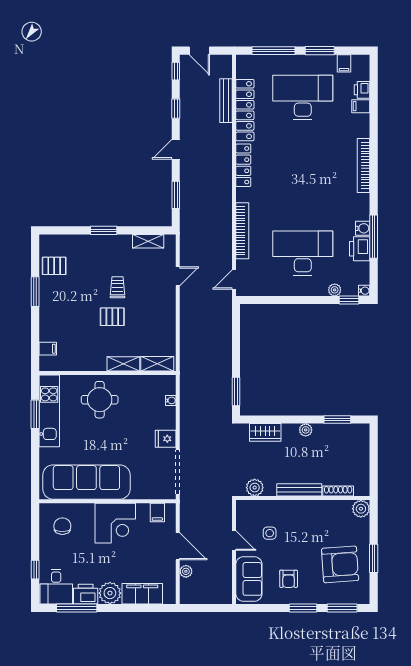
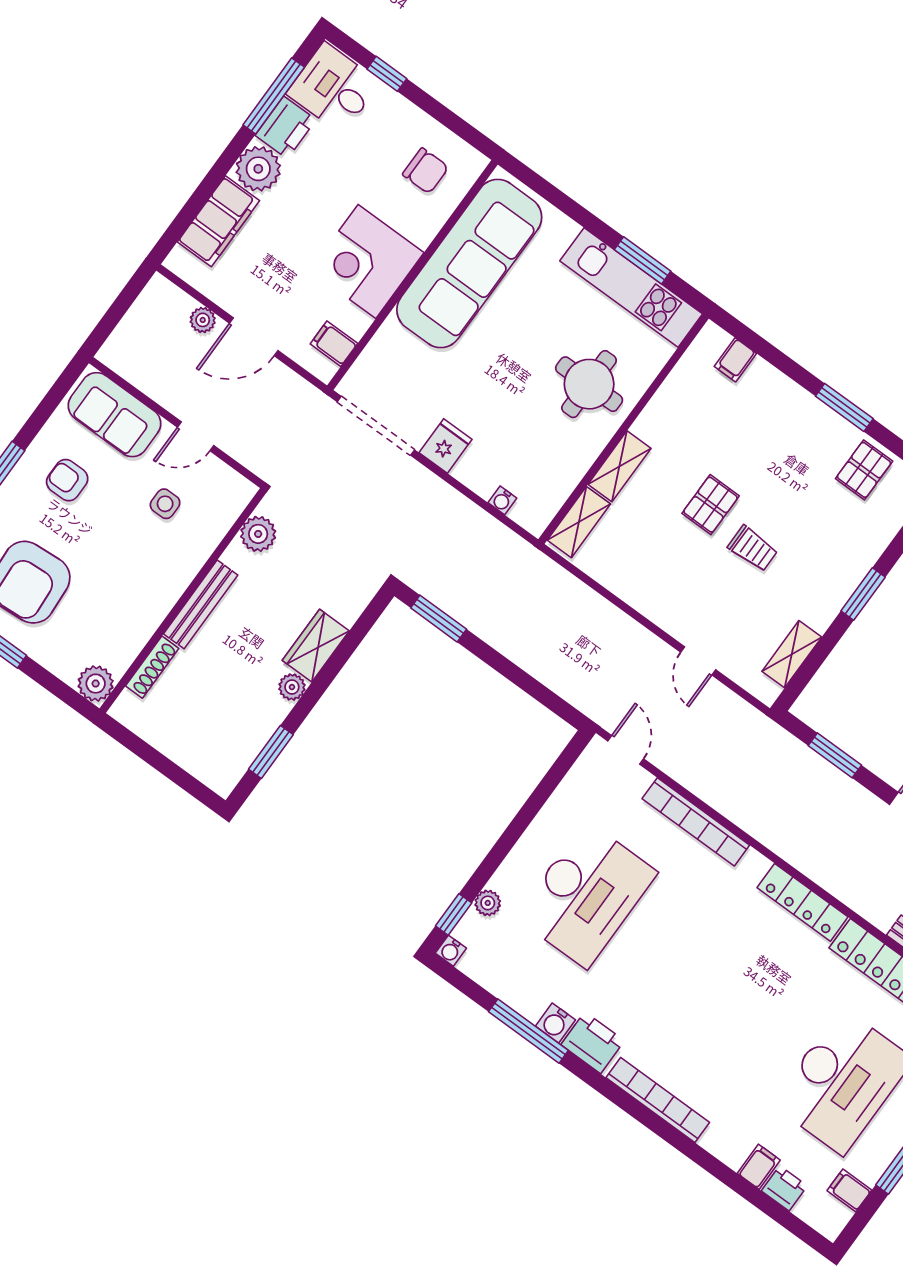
printer: (360, 249) -> (593, 1043), moved
wardrobe: (265, 432) -> (316, 646), moved

